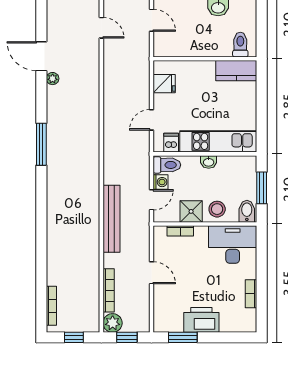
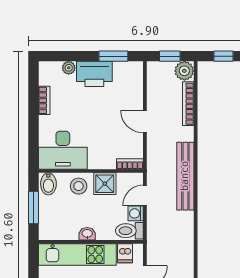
bookcase: (180, 231) -> (130, 164), moved
plant: (227, 326) -> (69, 68), added

